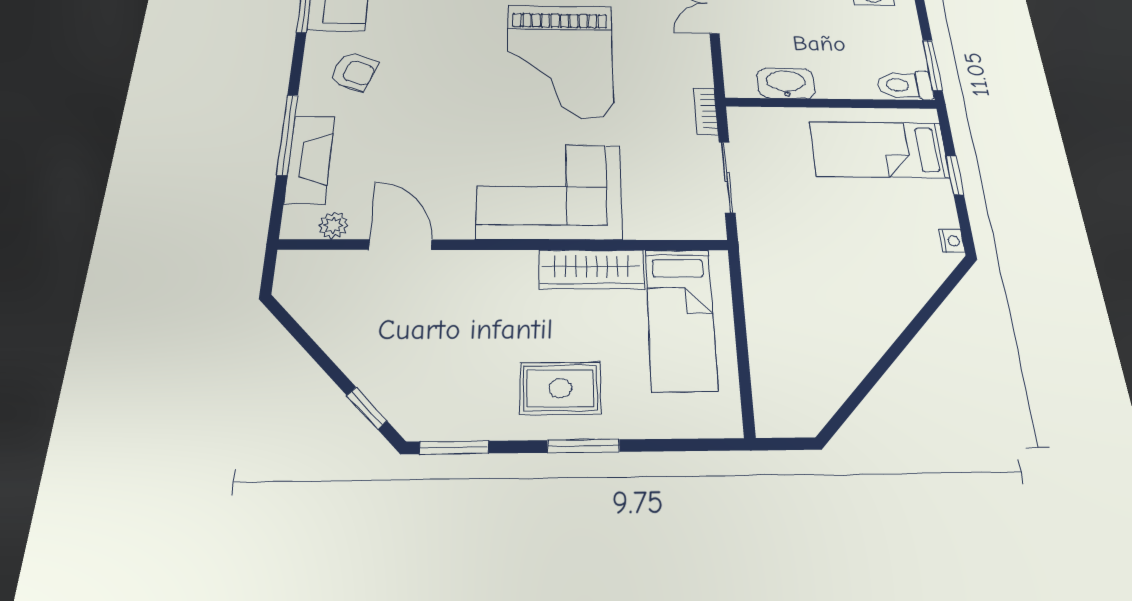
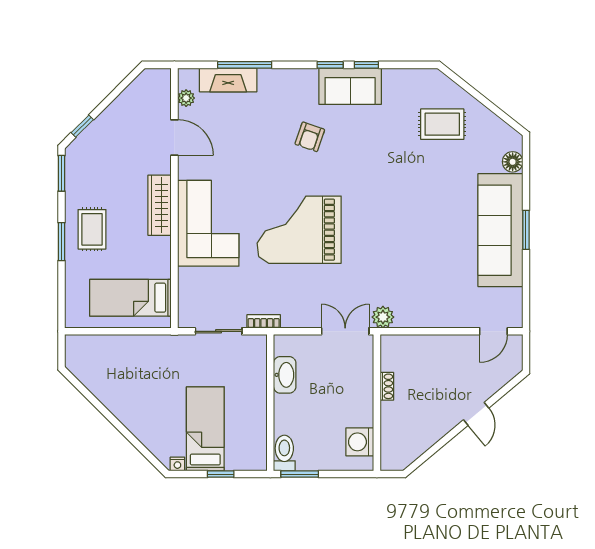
armchair: (354, 72) -> (310, 137), moved
bed: (879, 150) -> (205, 429), moved
door: (400, 245) -> (174, 137), hinge flipped
wardrobe: (591, 269) -> (160, 205), moved

